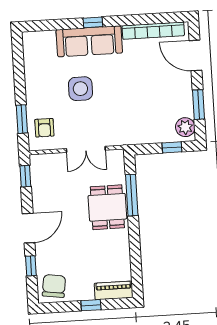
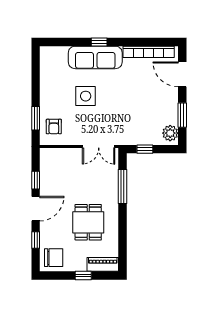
window: (172, 147) -> (145, 149), moved
double door: (86, 149) -> (99, 146), moved
window: (25, 176) -> (36, 180), moved
dining table: (107, 207) -> (88, 222), moved
chair: (54, 286) -> (54, 258), turned 82

